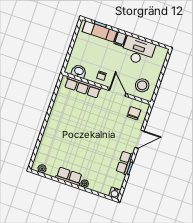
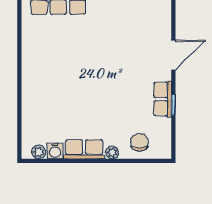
chair: (134, 113) -> (139, 142), moved
water cooler: (115, 193) -> (55, 151), moved

